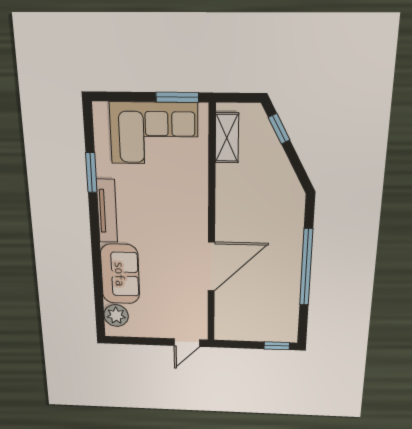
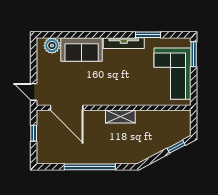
window: (177, 97) -> (194, 54), moved
shelving: (227, 138) -> (120, 117), moved
door: (211, 267) -> (67, 108), moved
window: (277, 346) -> (34, 133), moved

